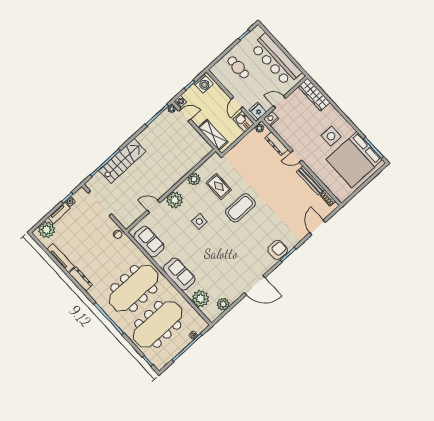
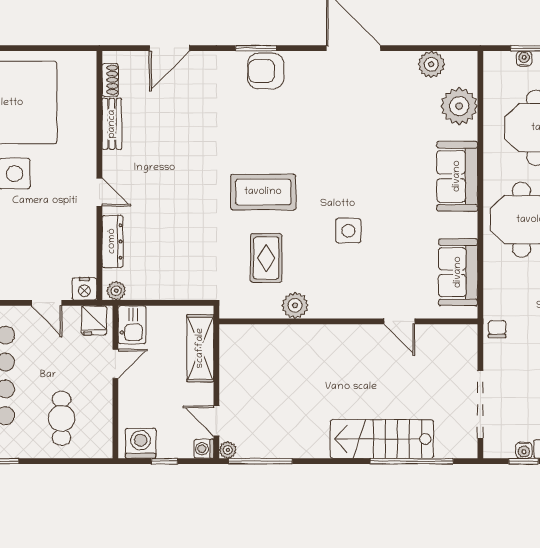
bench: (311, 180) -> (112, 124), width x0.73
plant: (175, 200) -> (356, 301), removed

